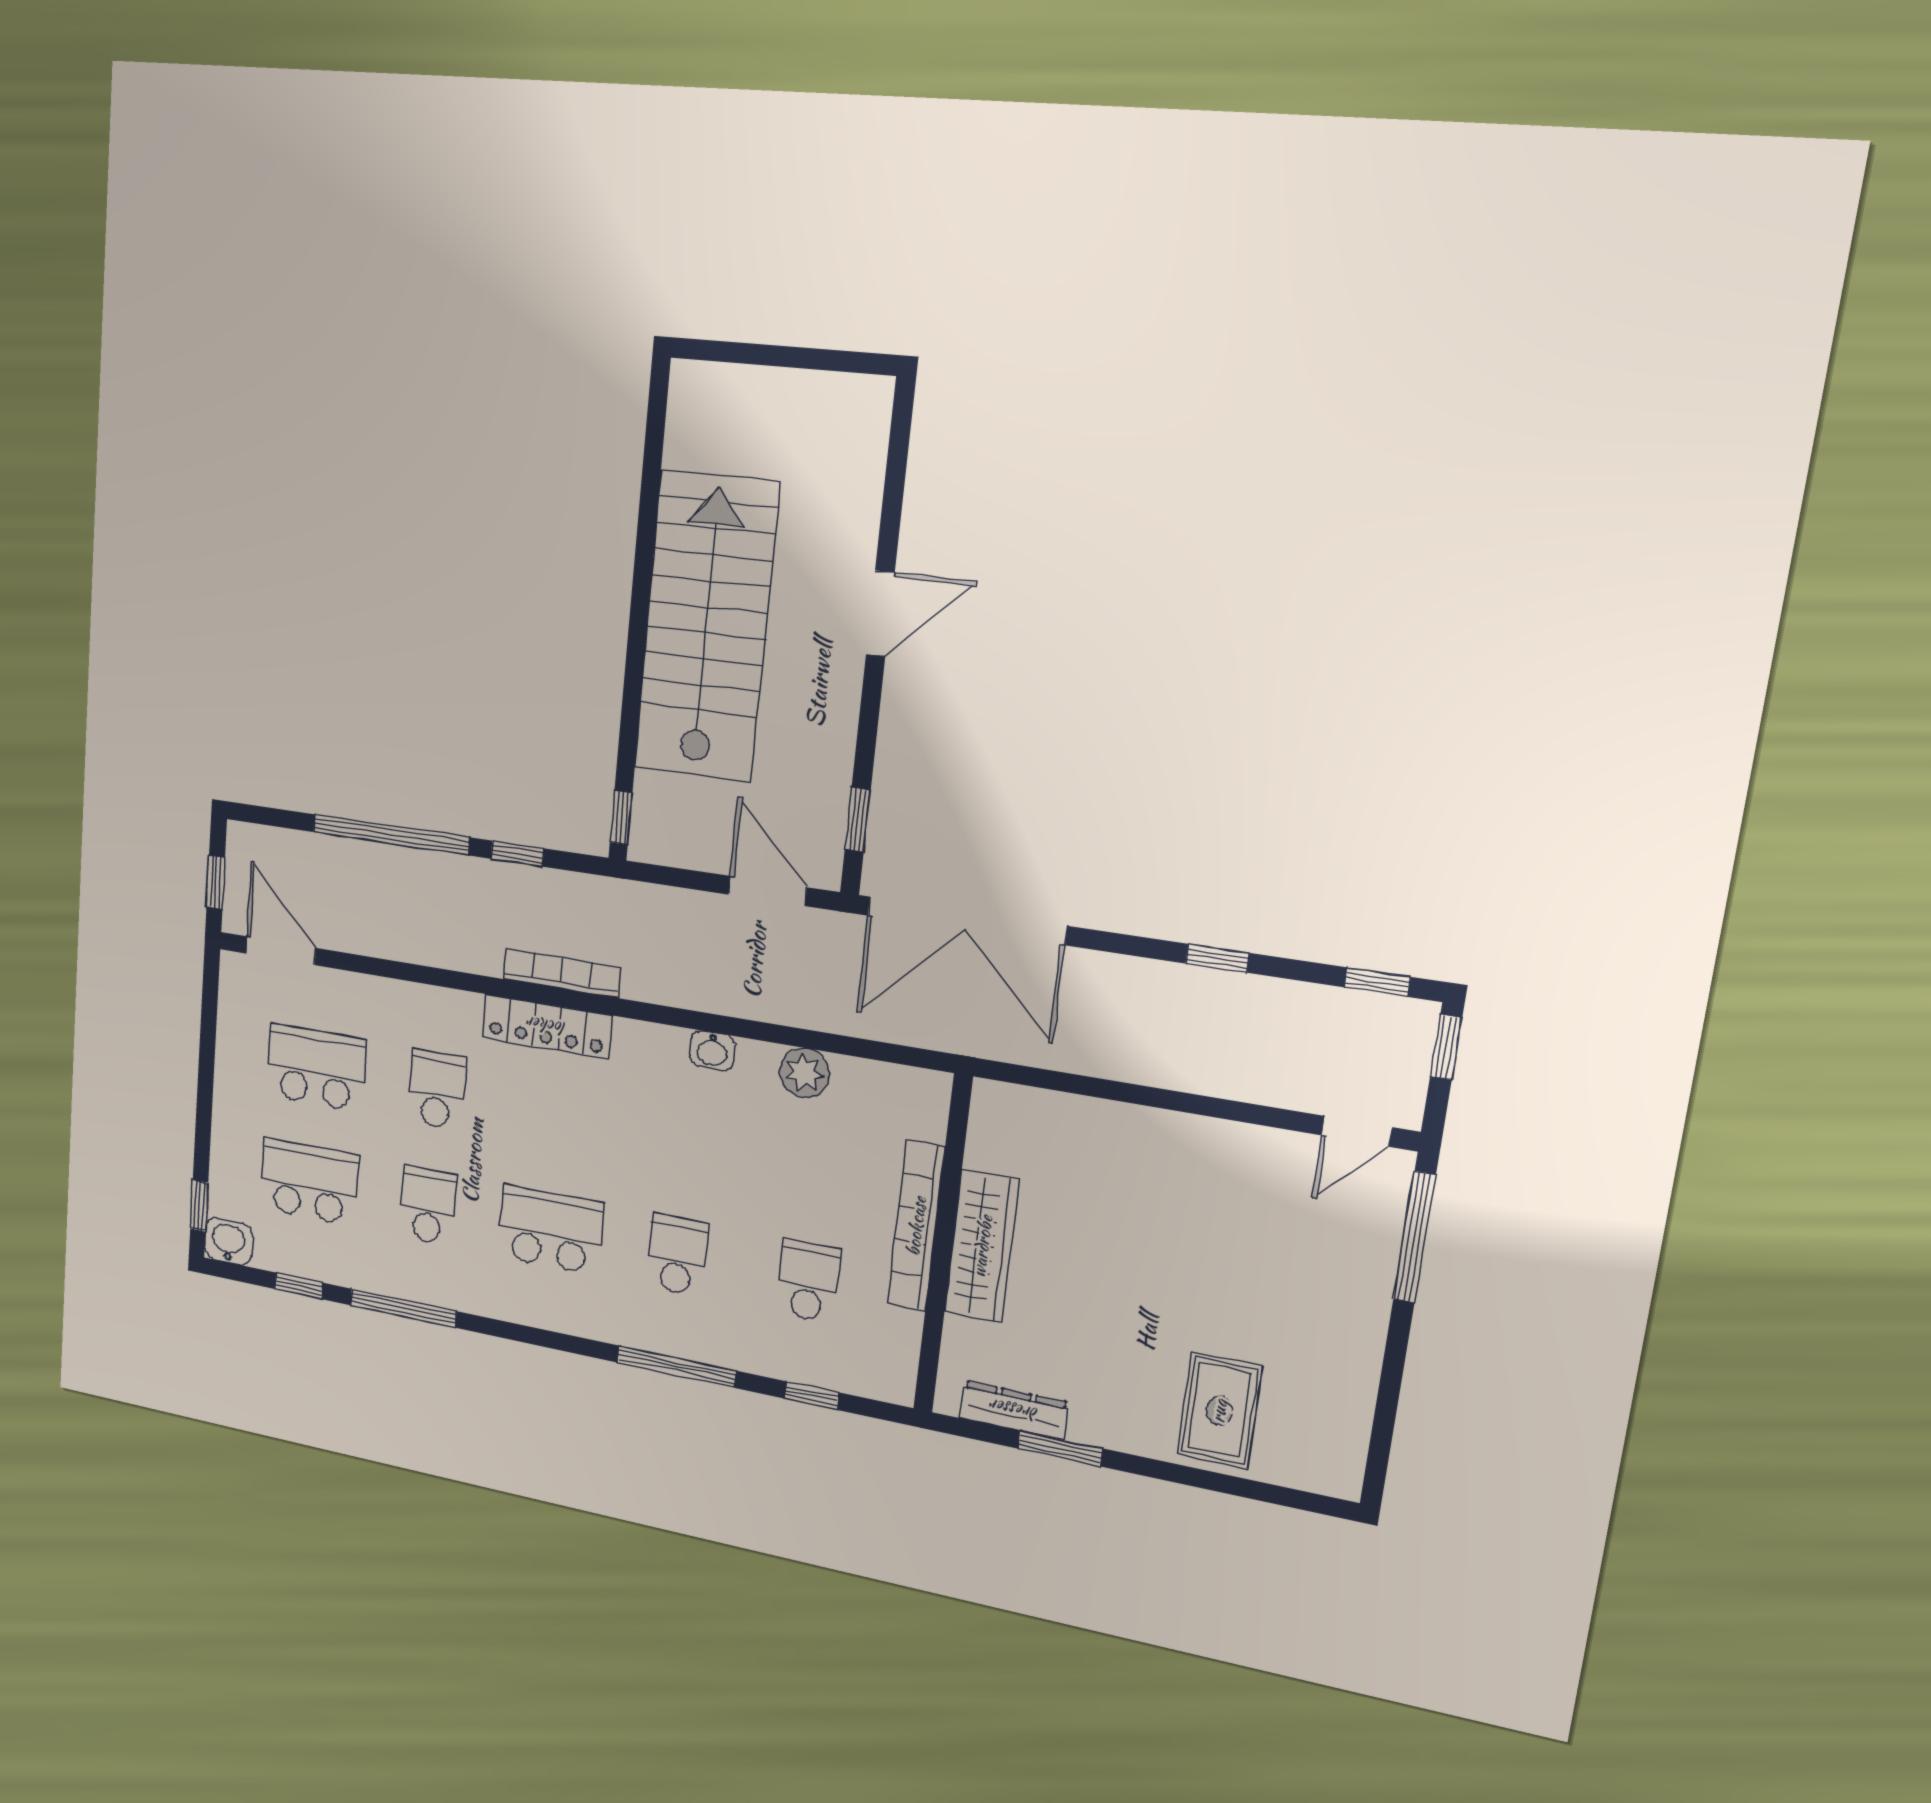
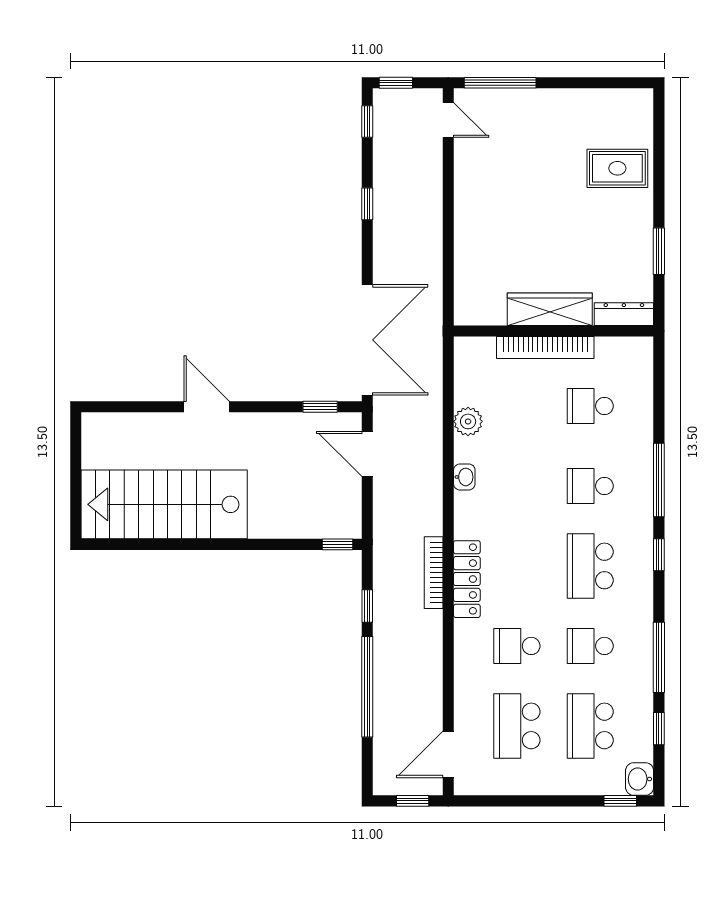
stairs: (706, 627) -> (164, 504), moved
door: (767, 891) -> (367, 454), hinge flipped
window: (812, 1395) -> (659, 555), moved
dresser: (1014, 1410) -> (624, 314), moved, turned 90

